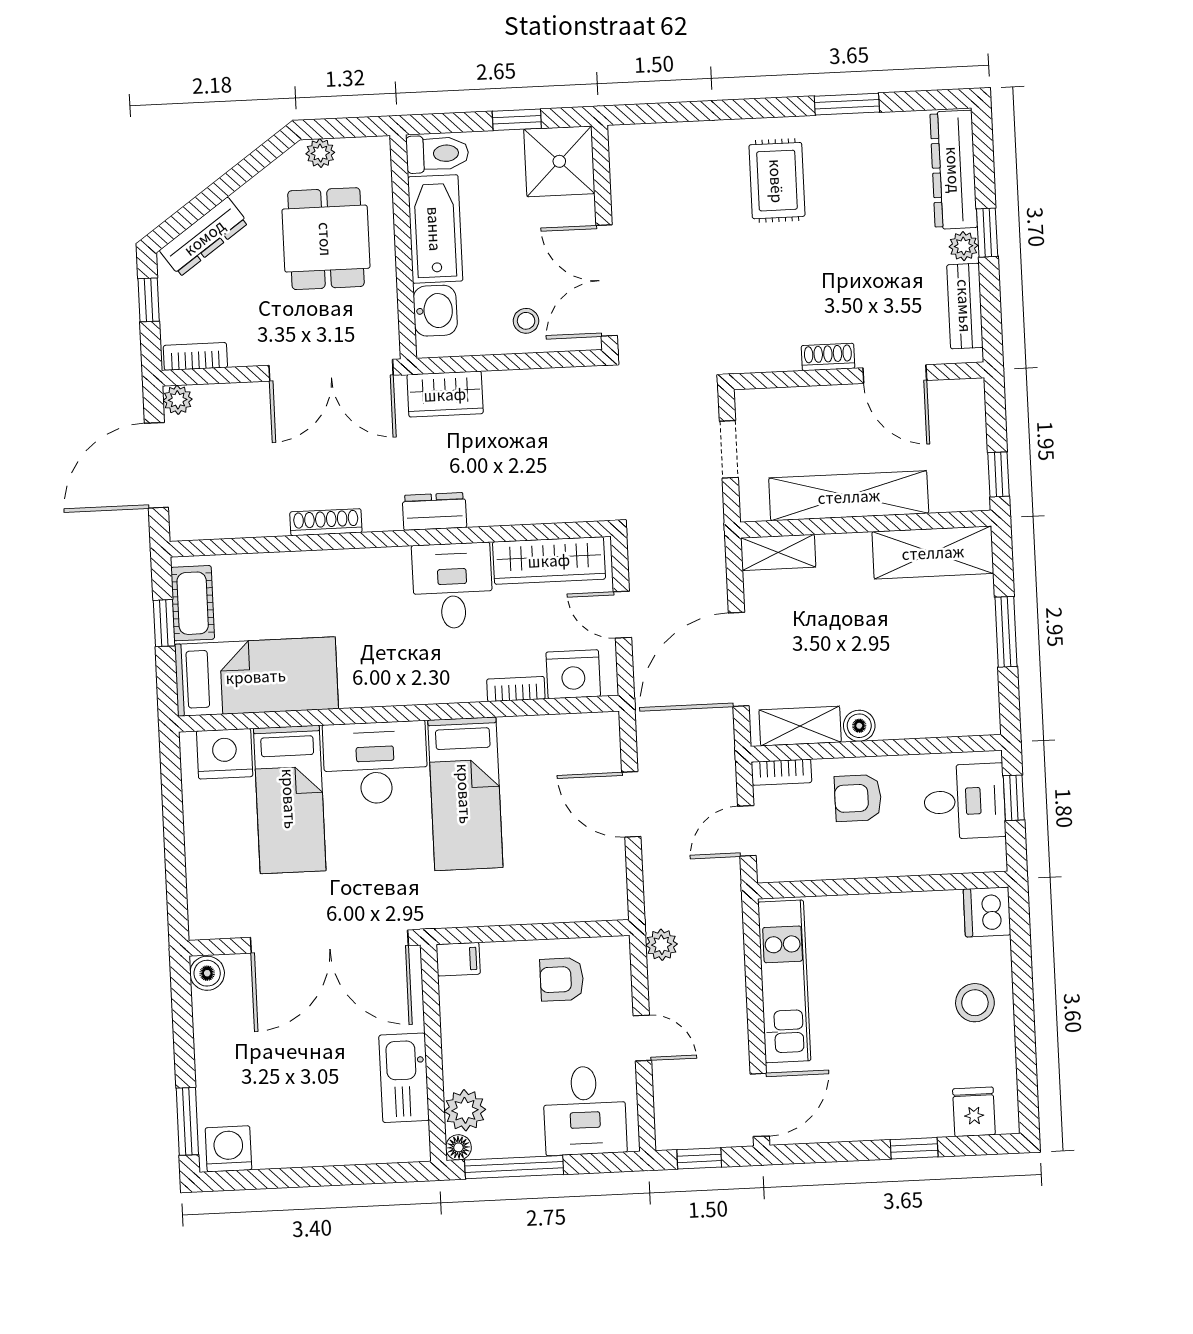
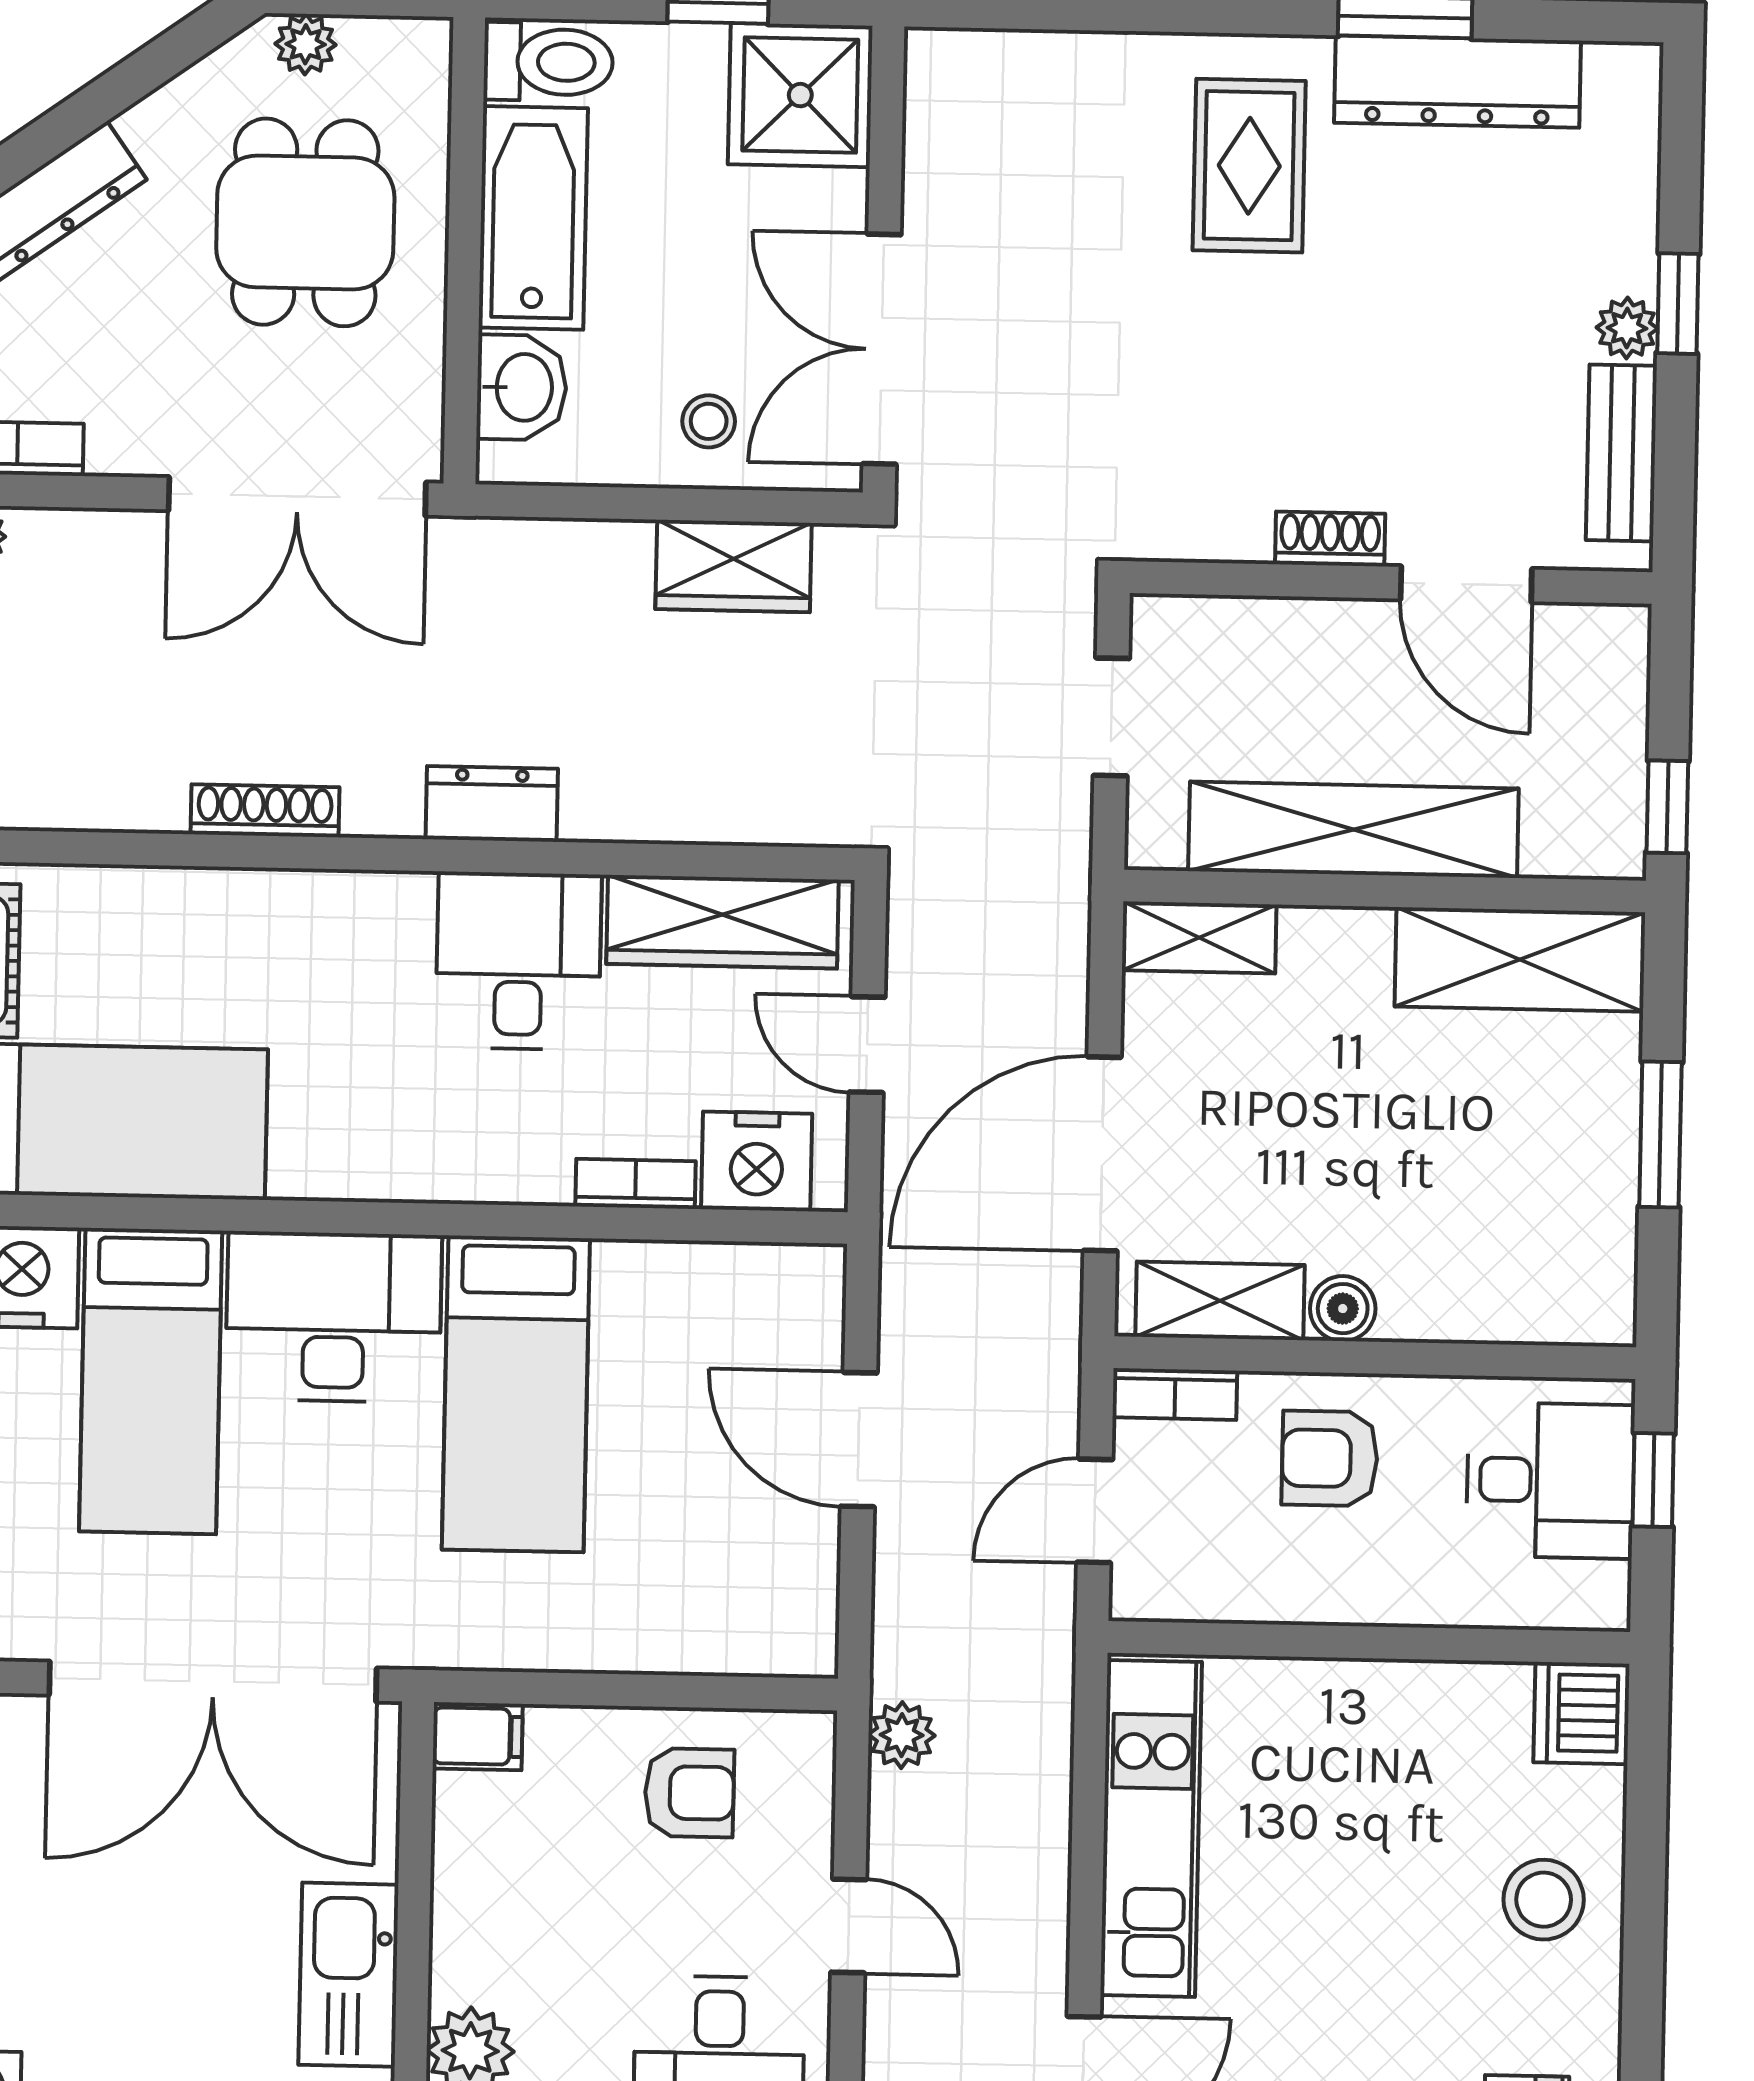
dresser: (954, 170) -> (1458, 82), moved, turned -90
wardrobe: (445, 394) -> (734, 566), moved
armchair: (562, 979) -> (689, 1793), turned 180

